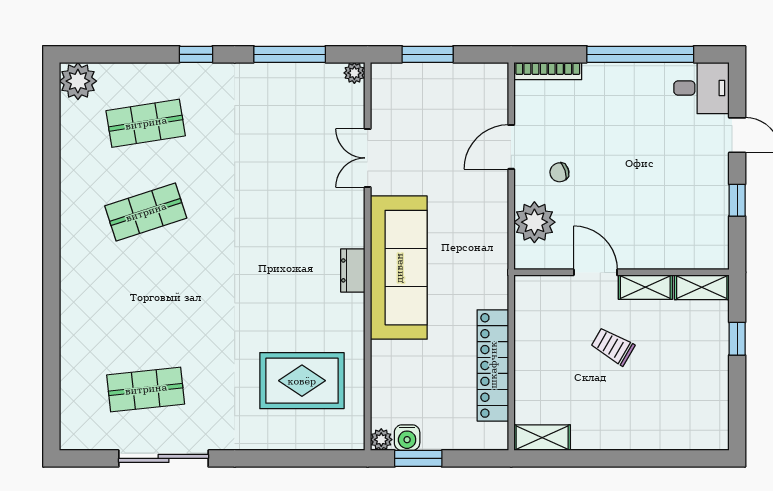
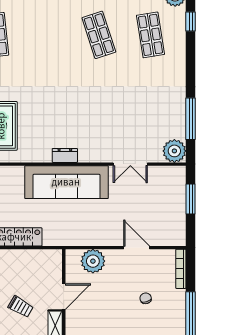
window: (196, 54) -> (191, 21), moved
plant: (354, 73) -> (174, 151), width x1.87, depth x1.87
double door: (368, 158) -> (130, 164), swing flipped
chair: (559, 172) -> (146, 298), moved
trolley: (613, 346) -> (21, 307), turned 90

